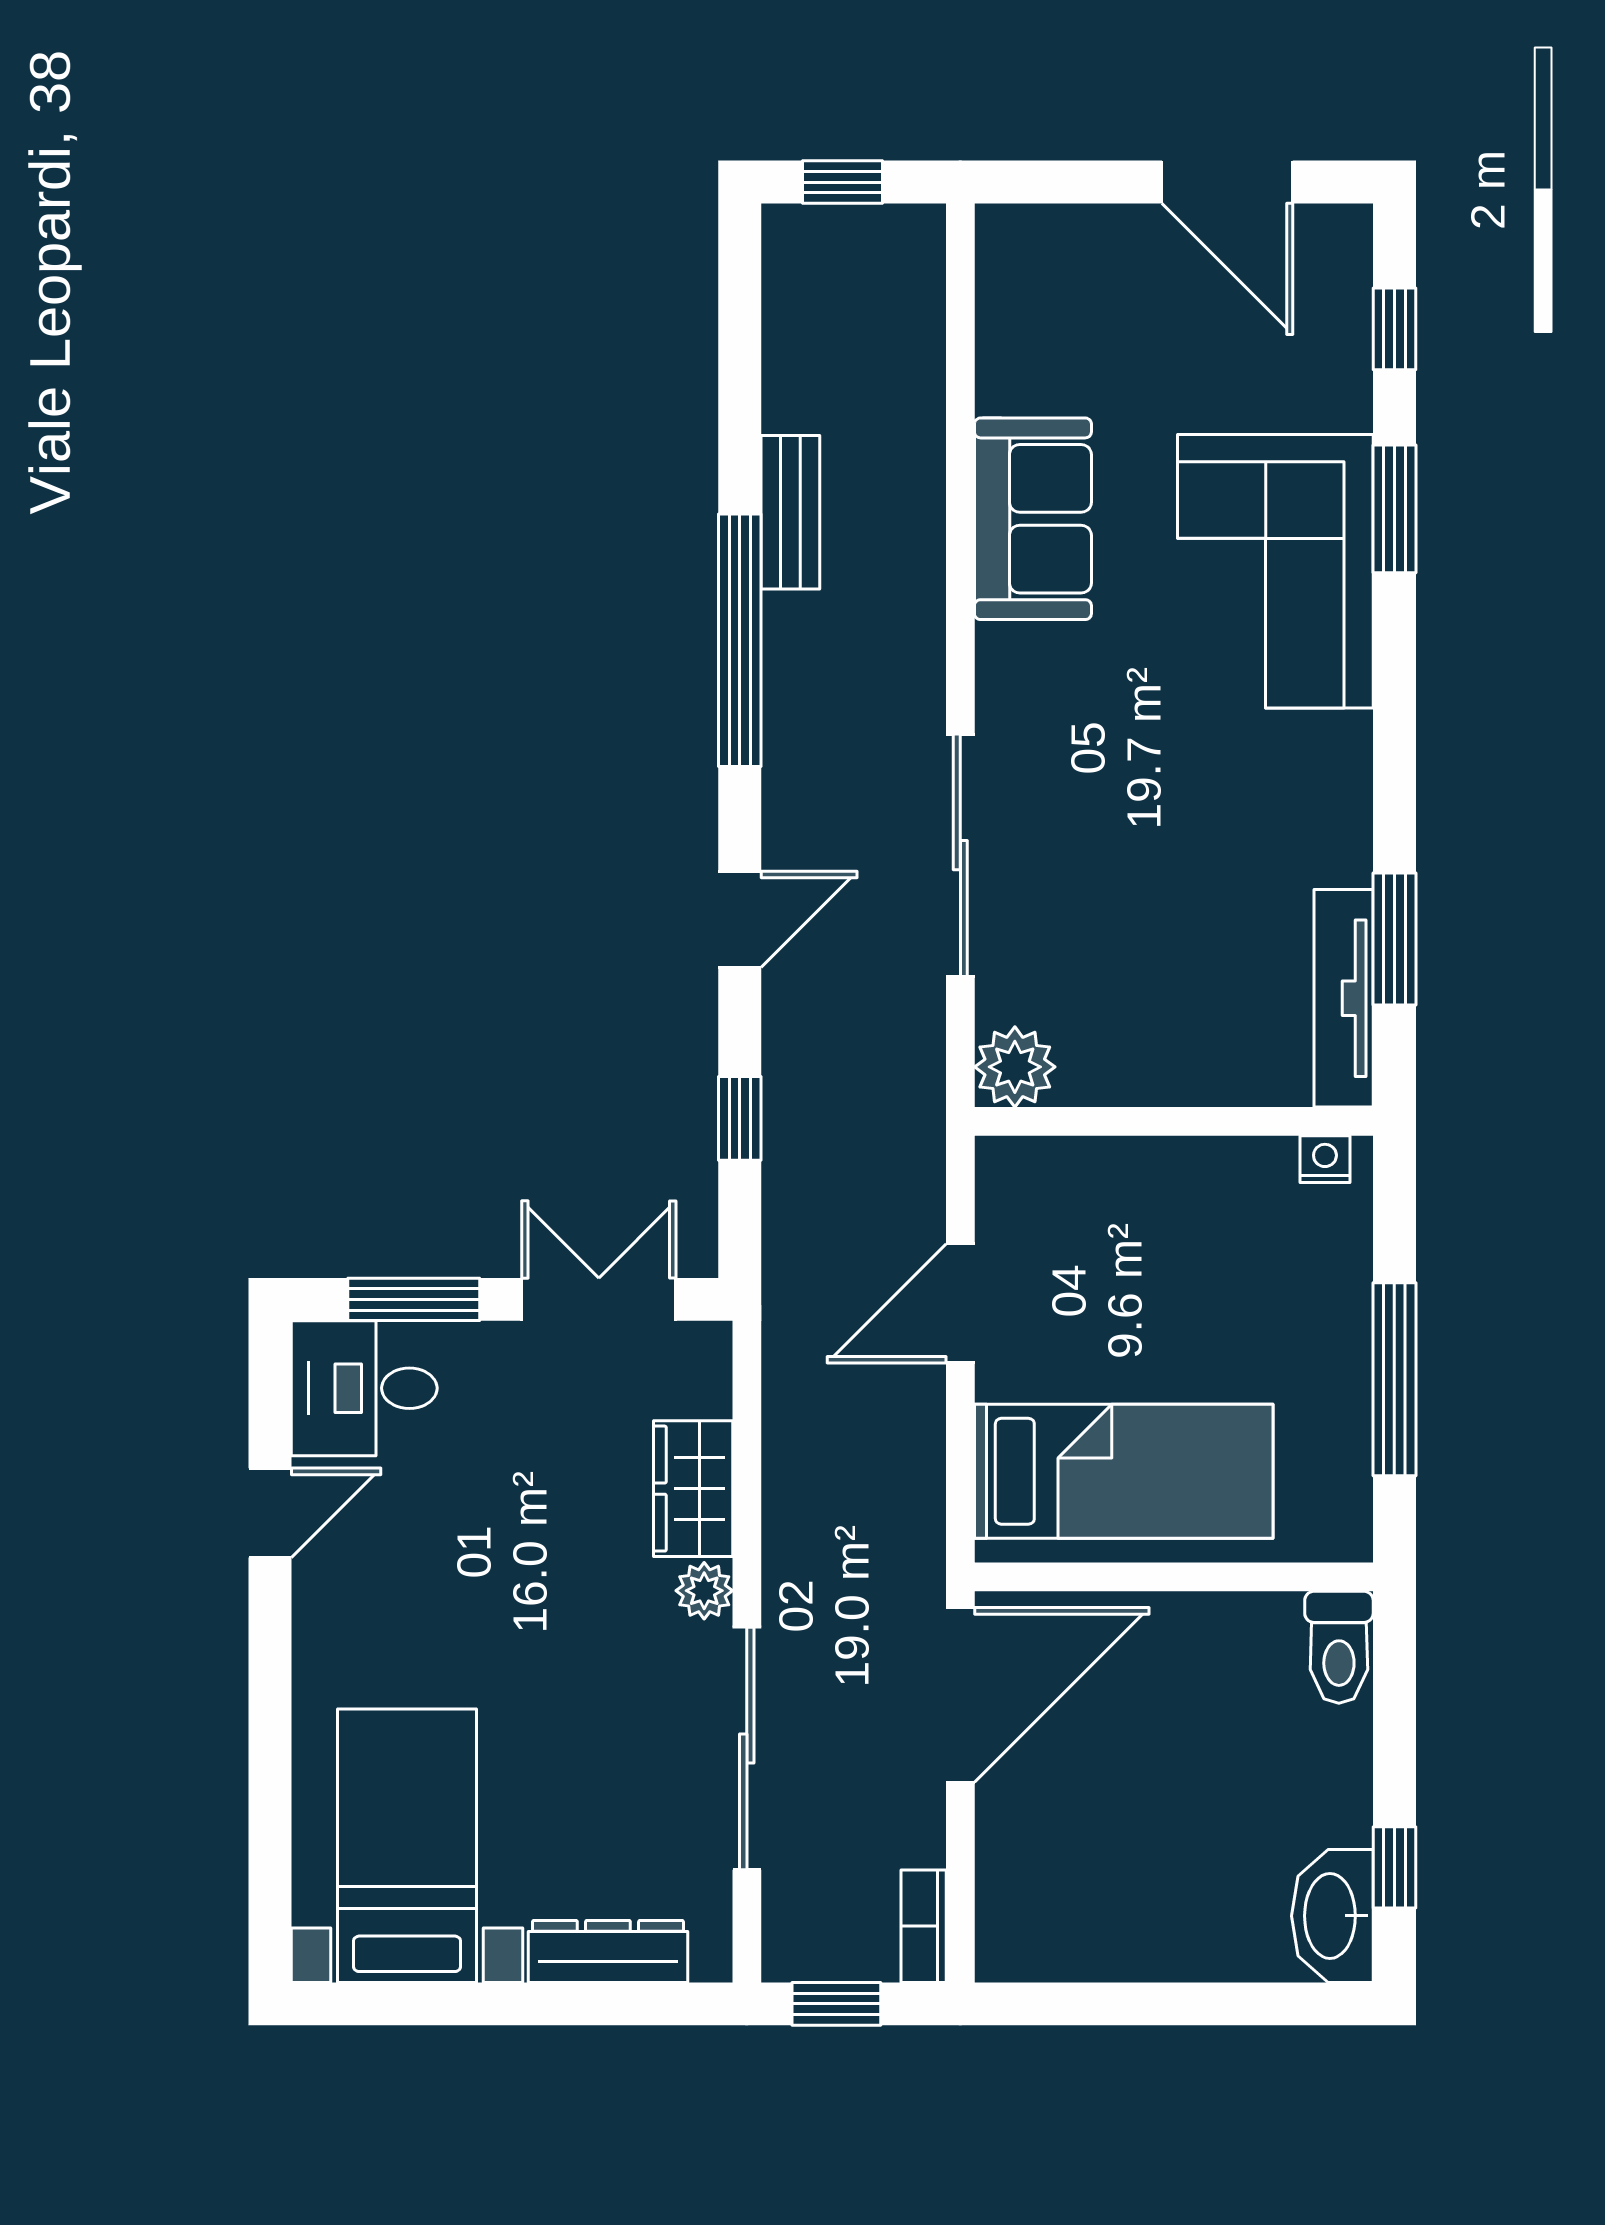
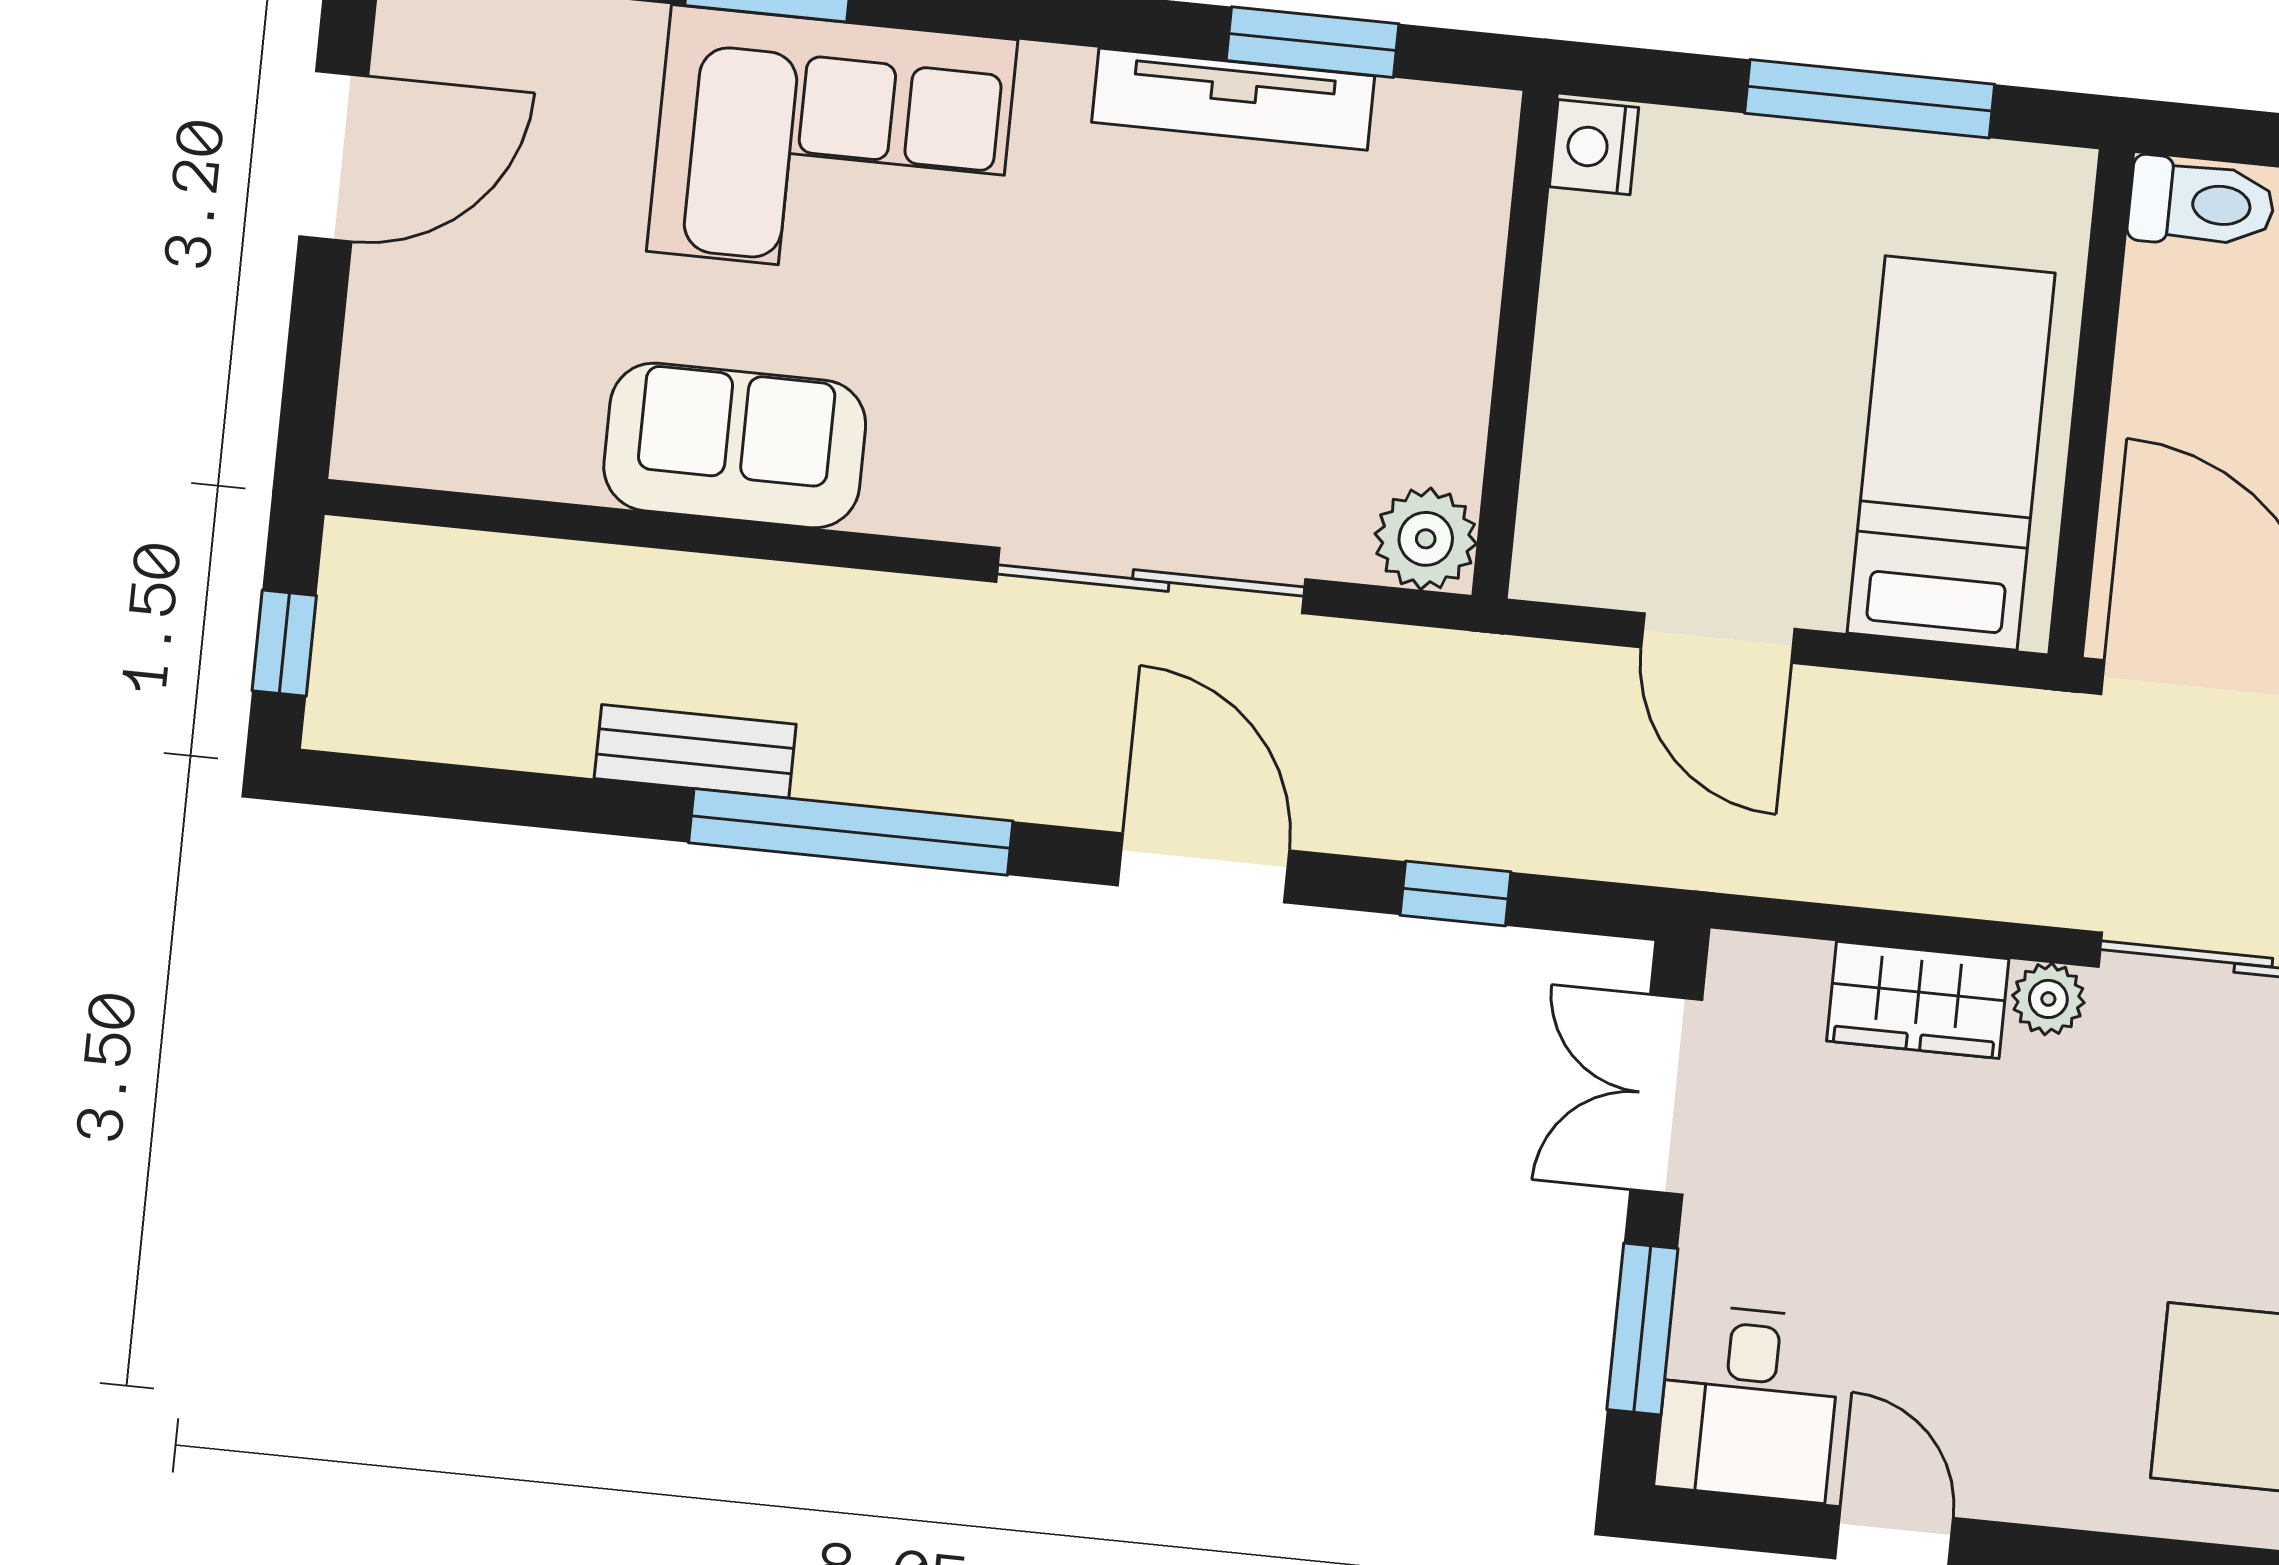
door: (740, 919) -> (1204, 868), width x1.38
tv unit: (1344, 998) -> (1233, 99), moved
nightstand: (1325, 1159) -> (1594, 147), width x1.39, depth x1.35

